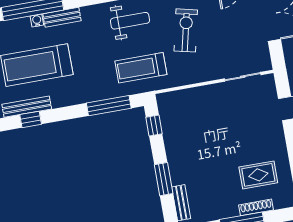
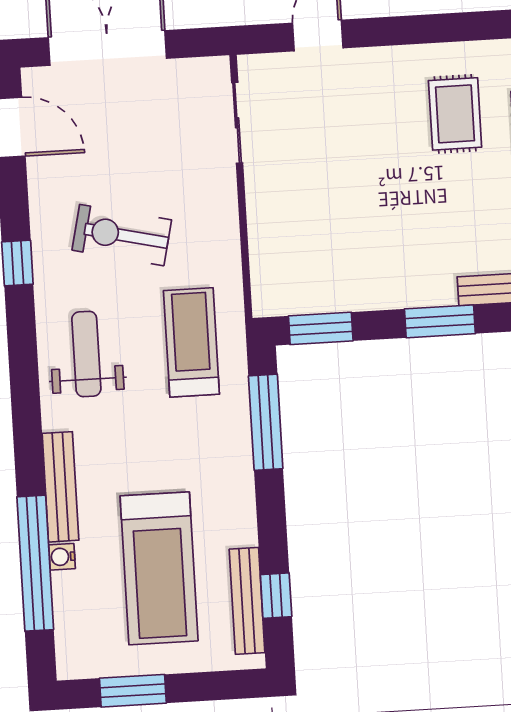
bench: (62, 17) -> (60, 487), width x1.36
treadmill: (141, 68) -> (191, 342), turned 180
window: (154, 126) -> (321, 328), width x1.50

